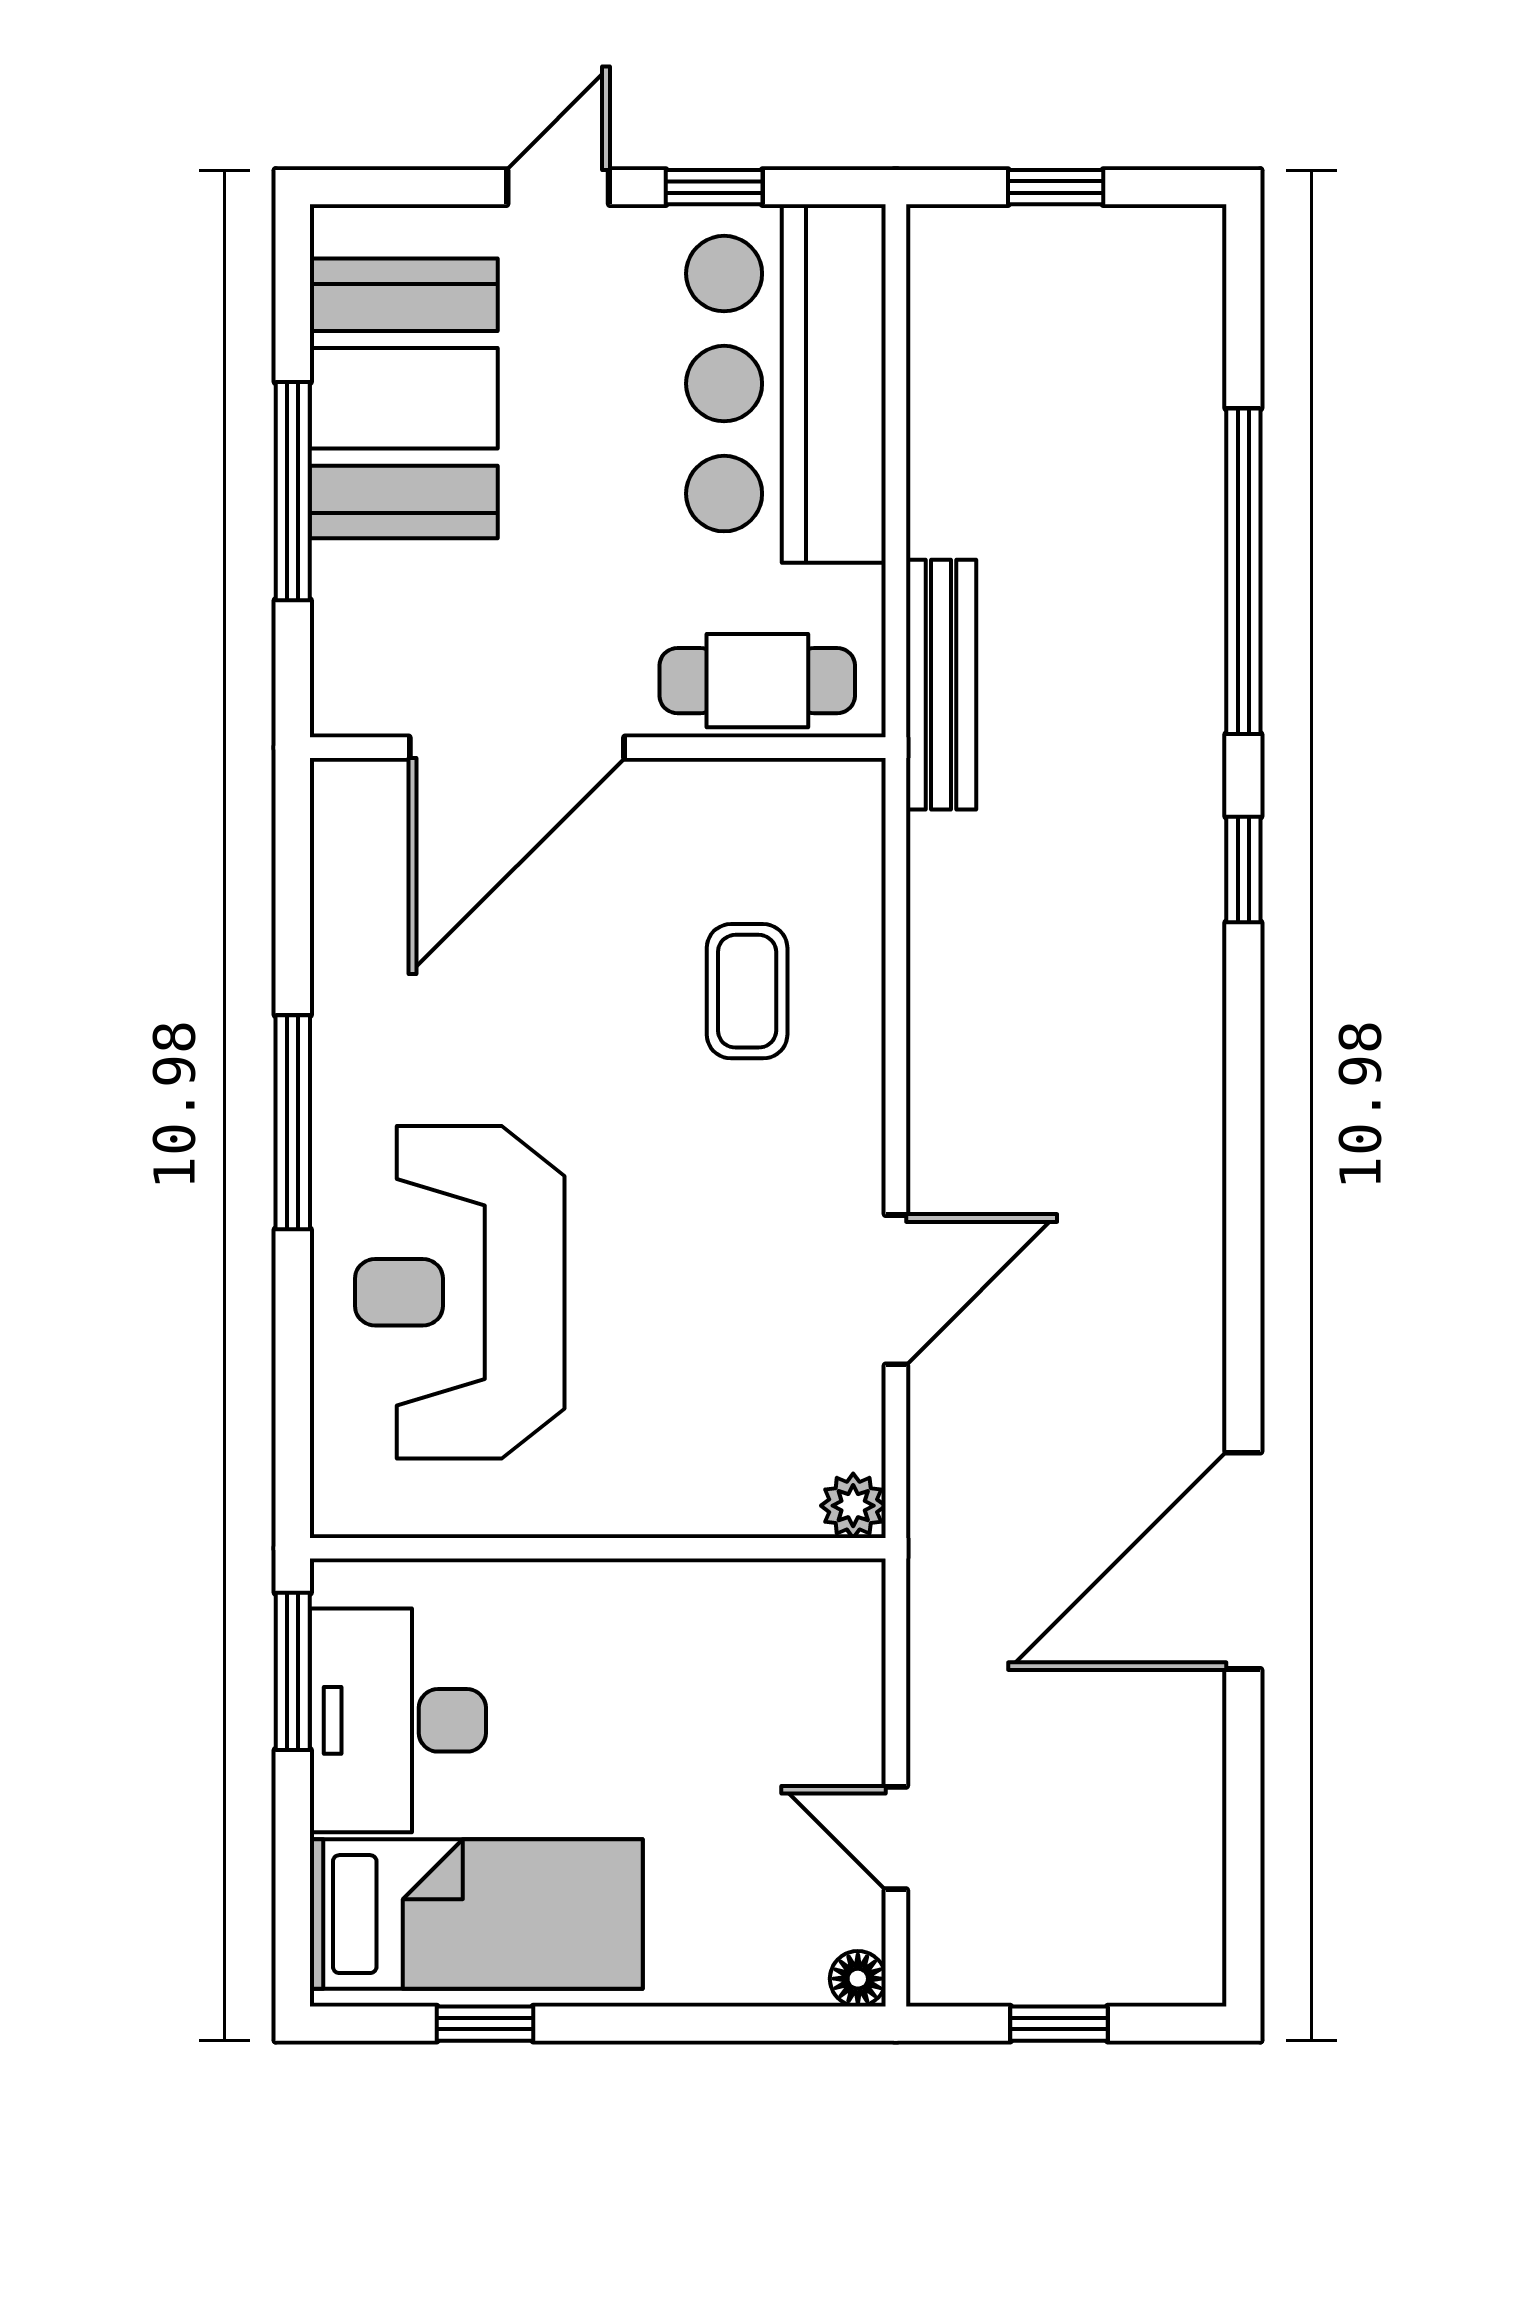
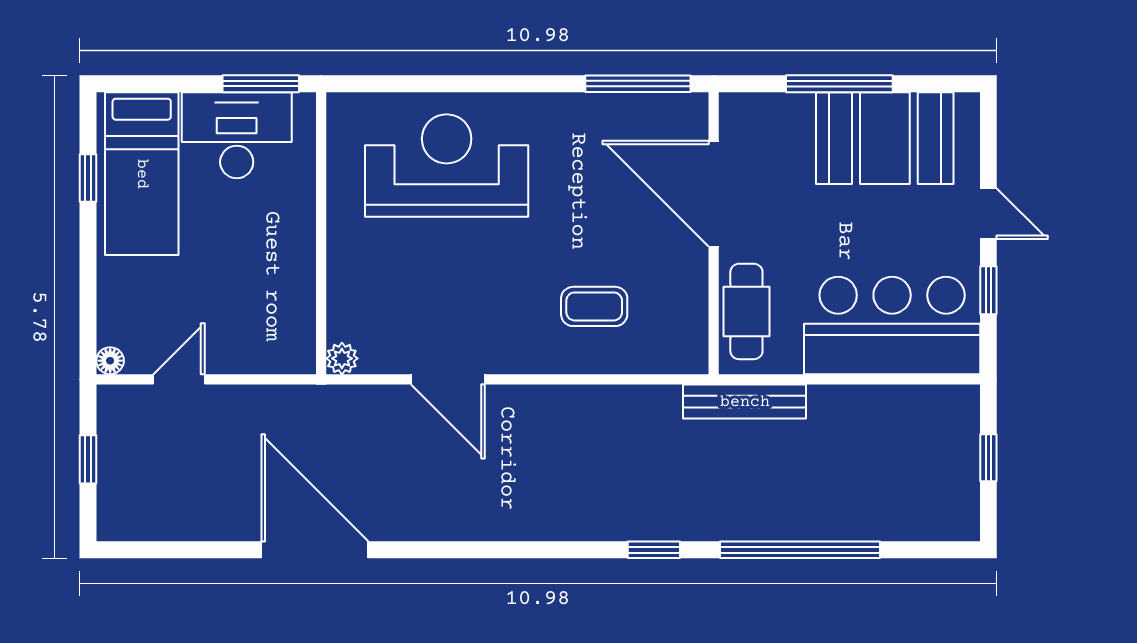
window: (293, 1122) -> (638, 84), moved

